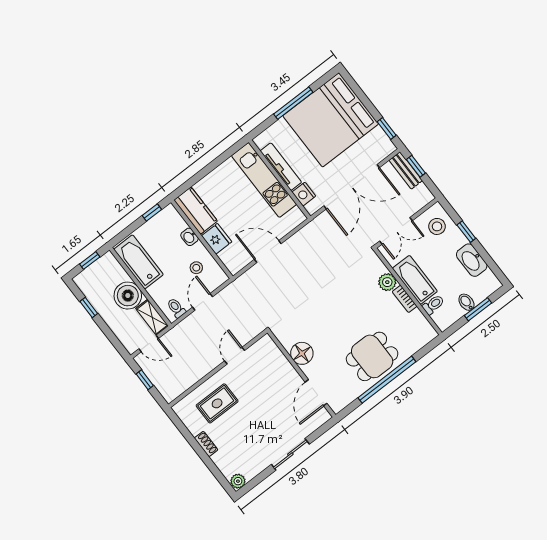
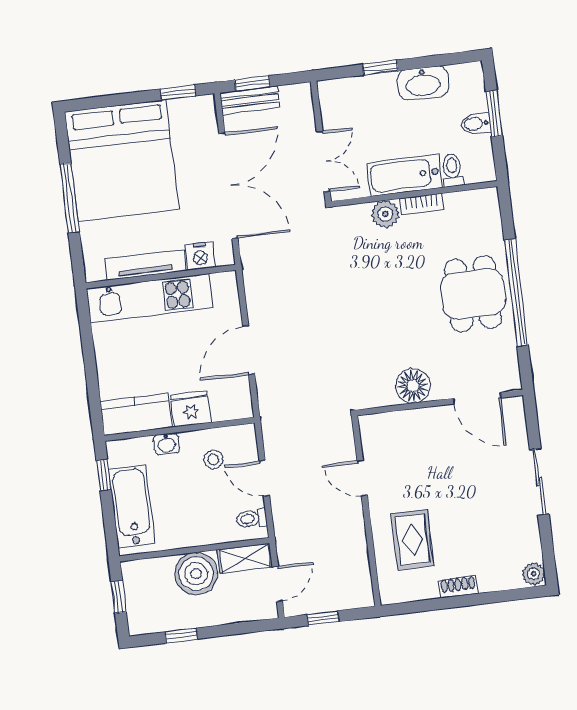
stool: (437, 226) -> (350, 103), removed
bathtub: (139, 262) -> (132, 506), moved, turned 90

